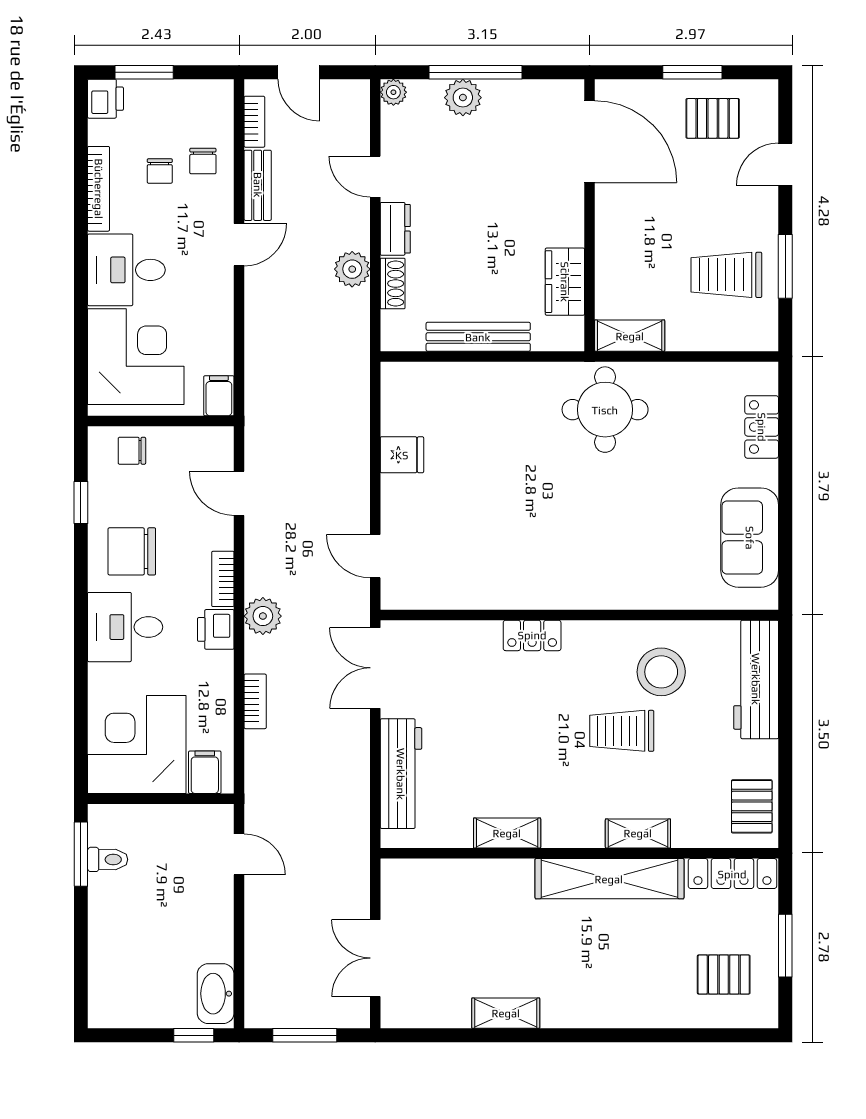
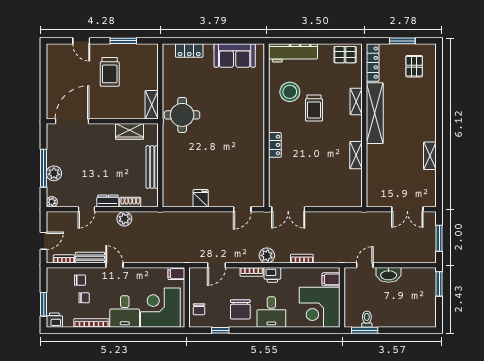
window: (692, 72) -> (44, 79), removed
pallet: (713, 118) -> (62, 71), removed
trolley: (726, 275) -> (110, 72), moved
workbench: (401, 774) -> (332, 199), removed
washbasin: (216, 994) -> (389, 275), moved
window: (194, 1035) -> (439, 284), width x1.50

